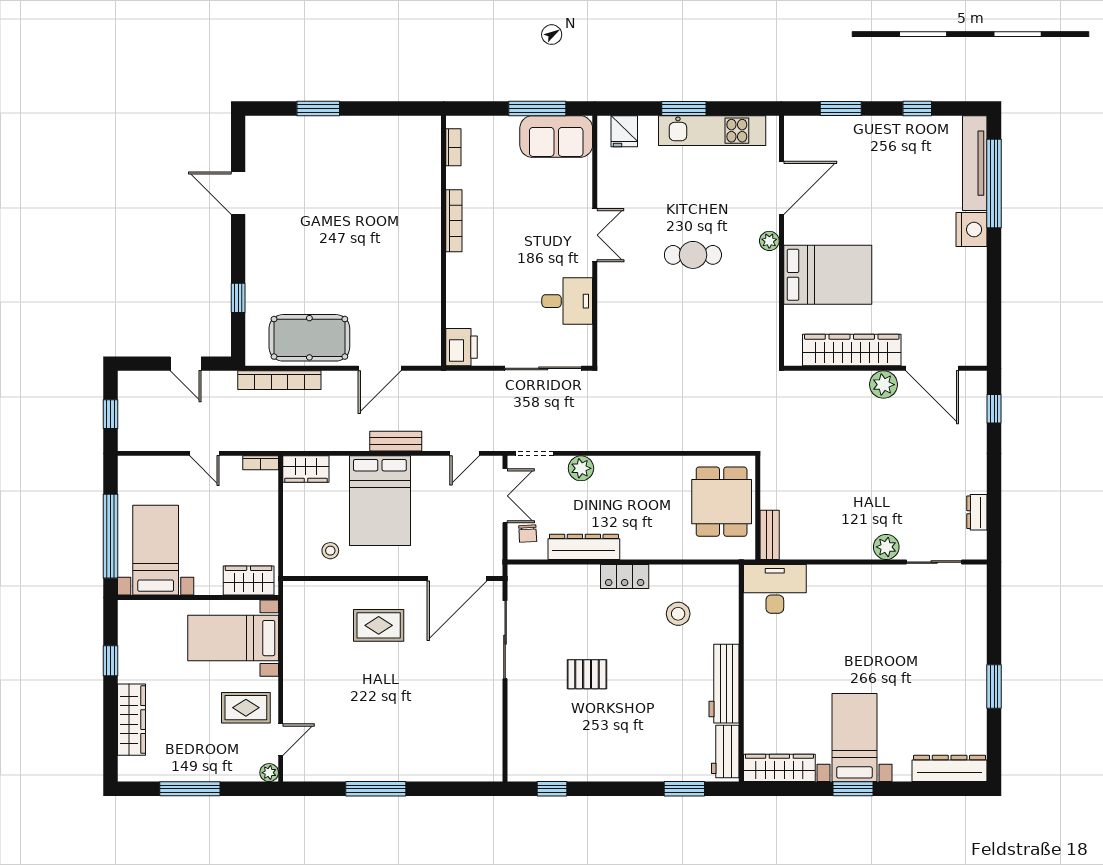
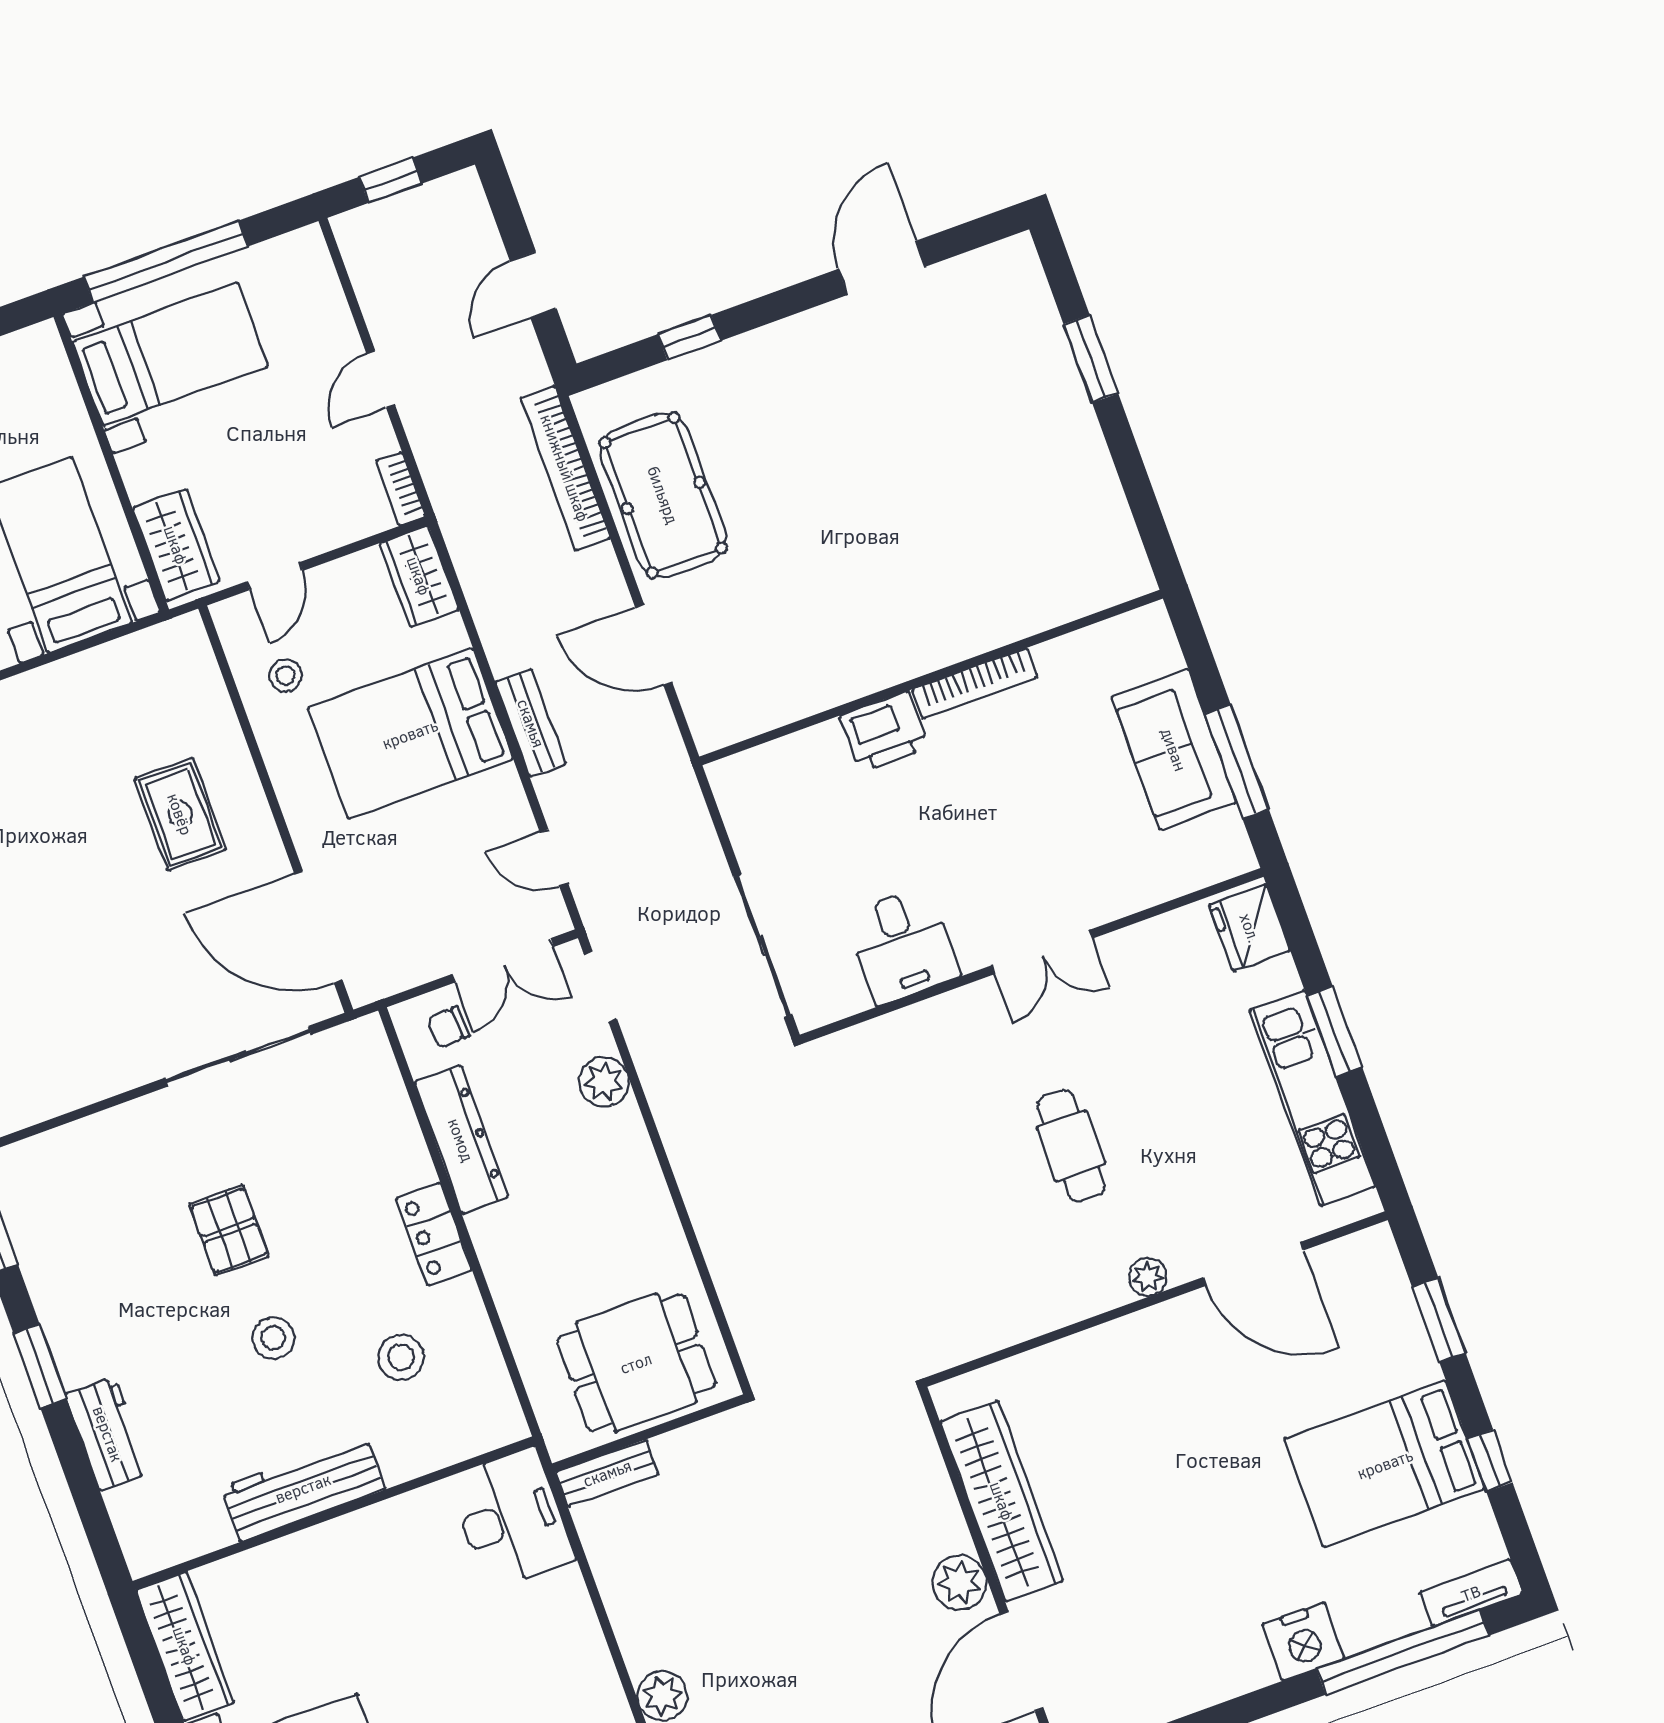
fridge: (624, 131) -> (1250, 928), width x1.38
sofa: (556, 137) -> (1174, 750), moved
bookcase: (453, 147) -> (1110, 633), removed
tv unit: (975, 163) -> (1471, 1593), width x0.52, depth x0.78
bed: (828, 275) -> (1385, 1464), moved, turned 90
printer: (462, 347) -> (884, 732), moved
door: (281, 539) -> (275, 576), added
stool: (647, 672) -> (273, 1338), added
workbench: (725, 752) -> (108, 1434), moved, turned 90
window: (684, 789) -> (40, 1366), moved

